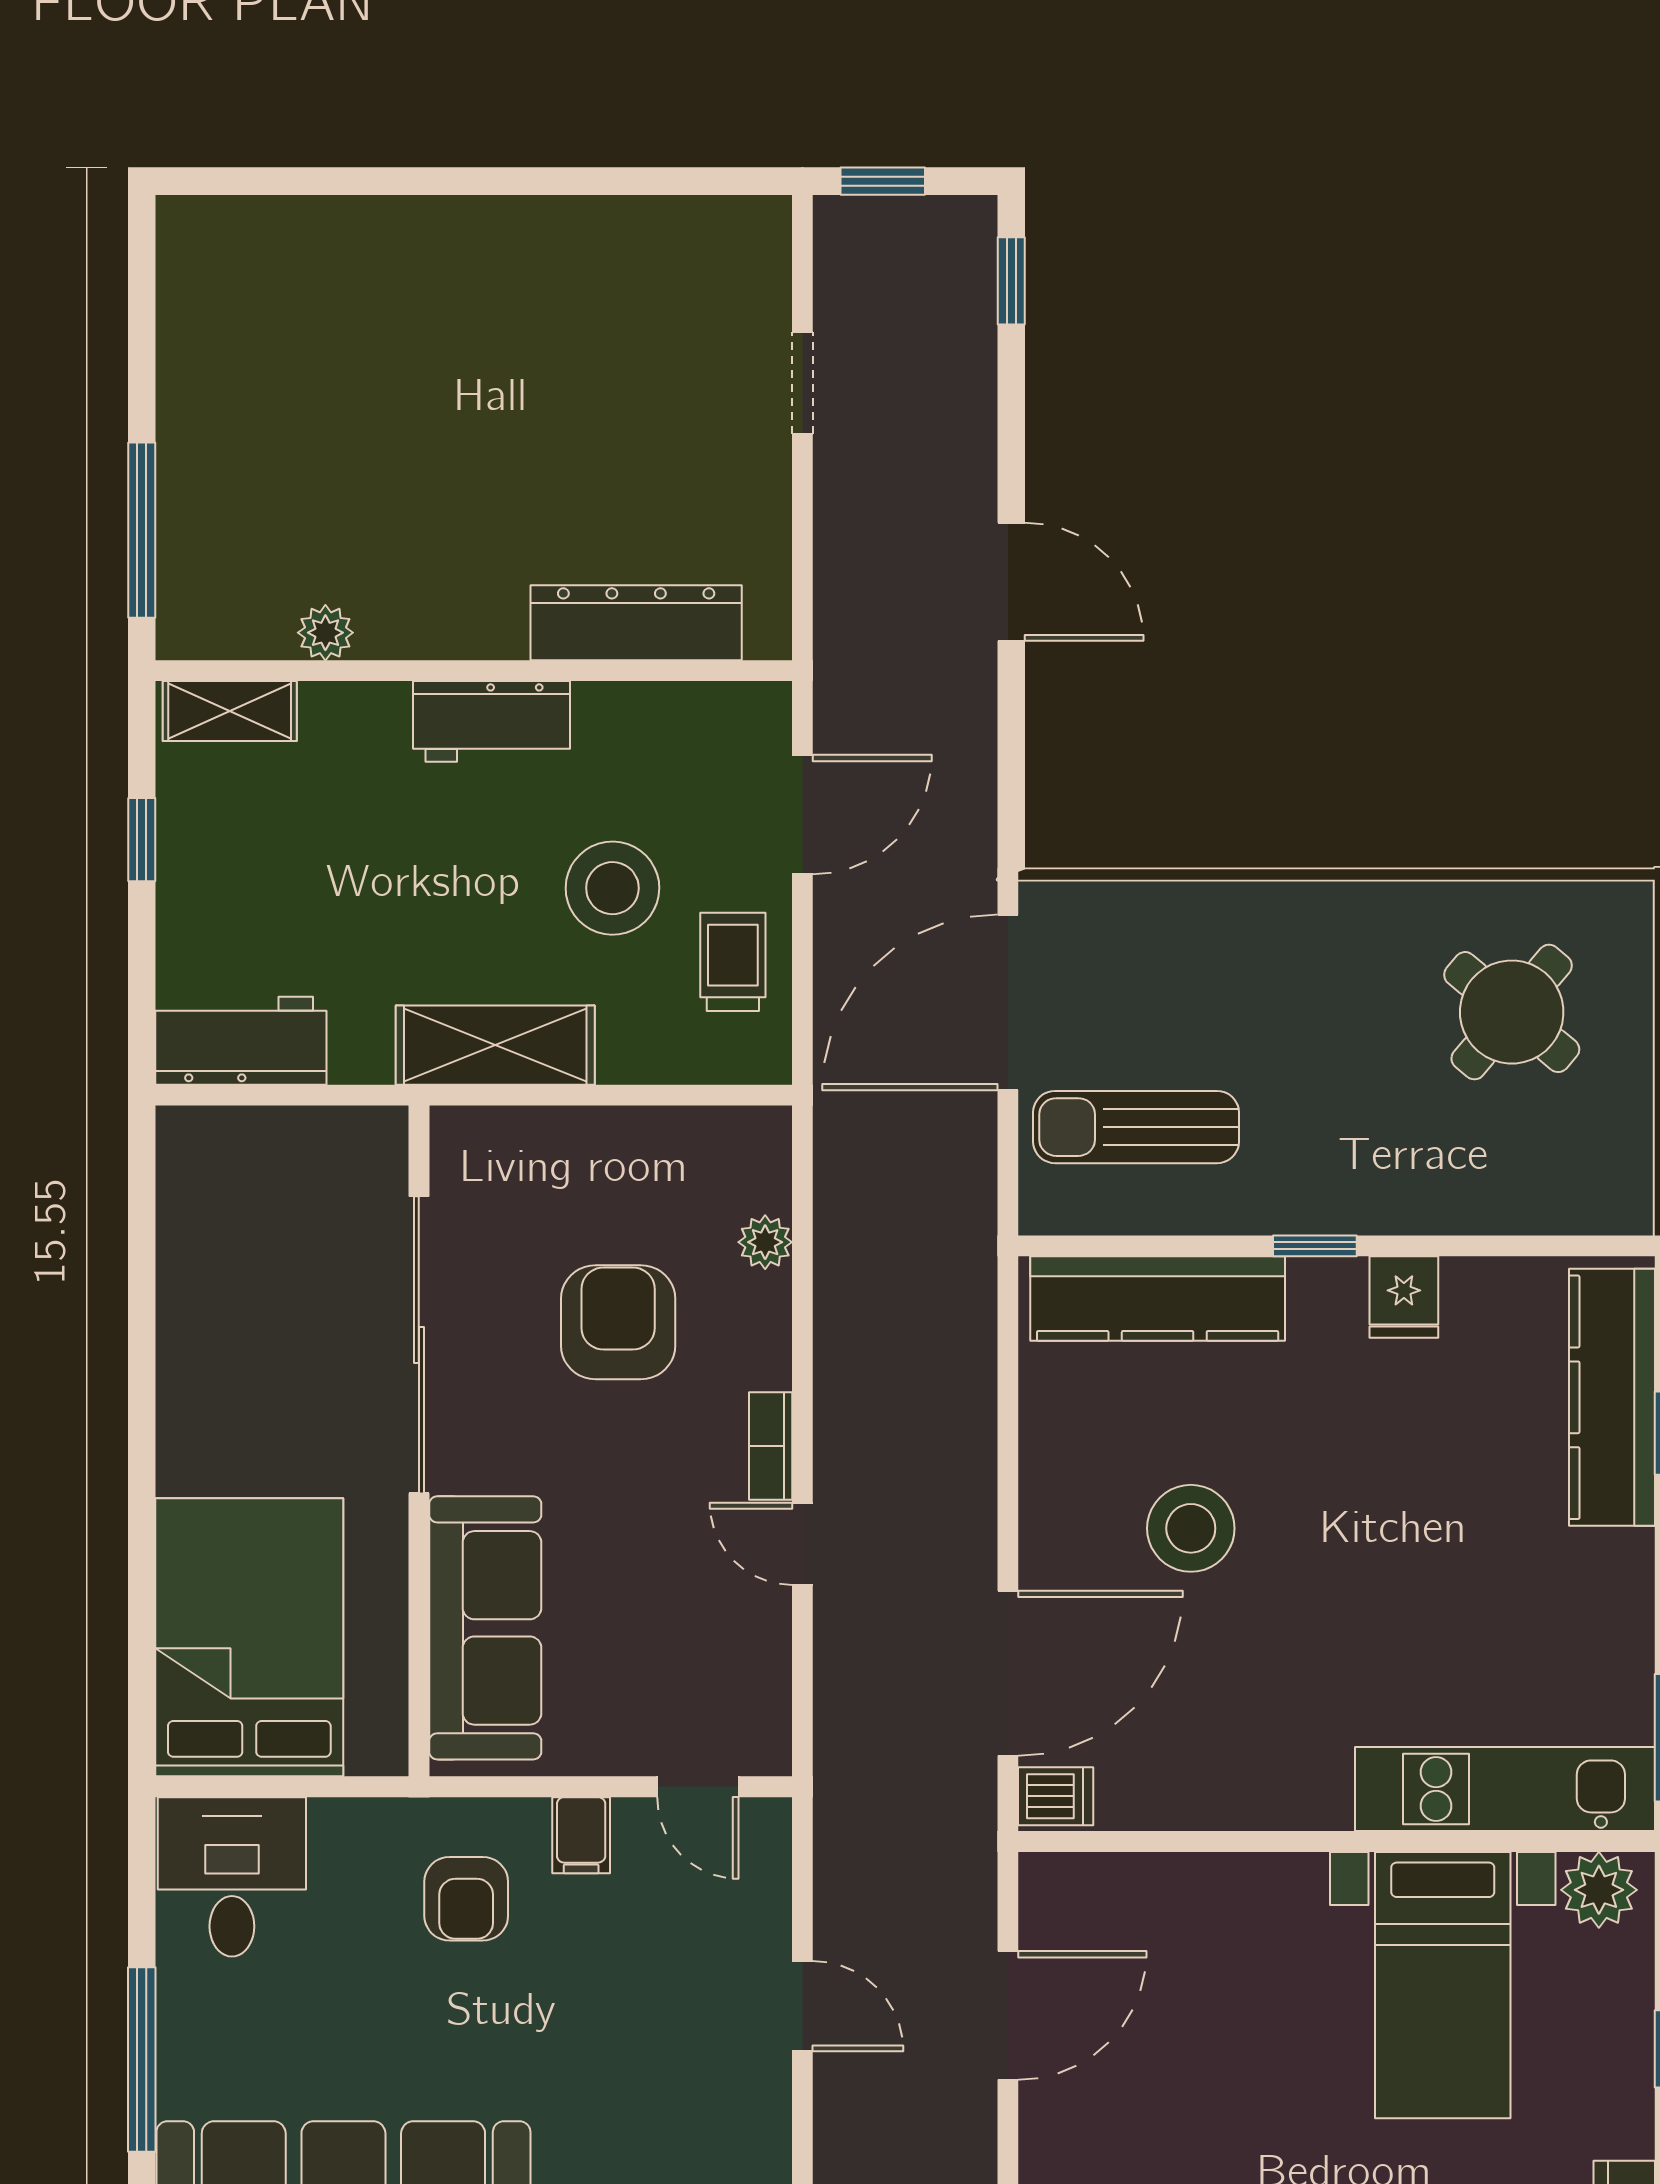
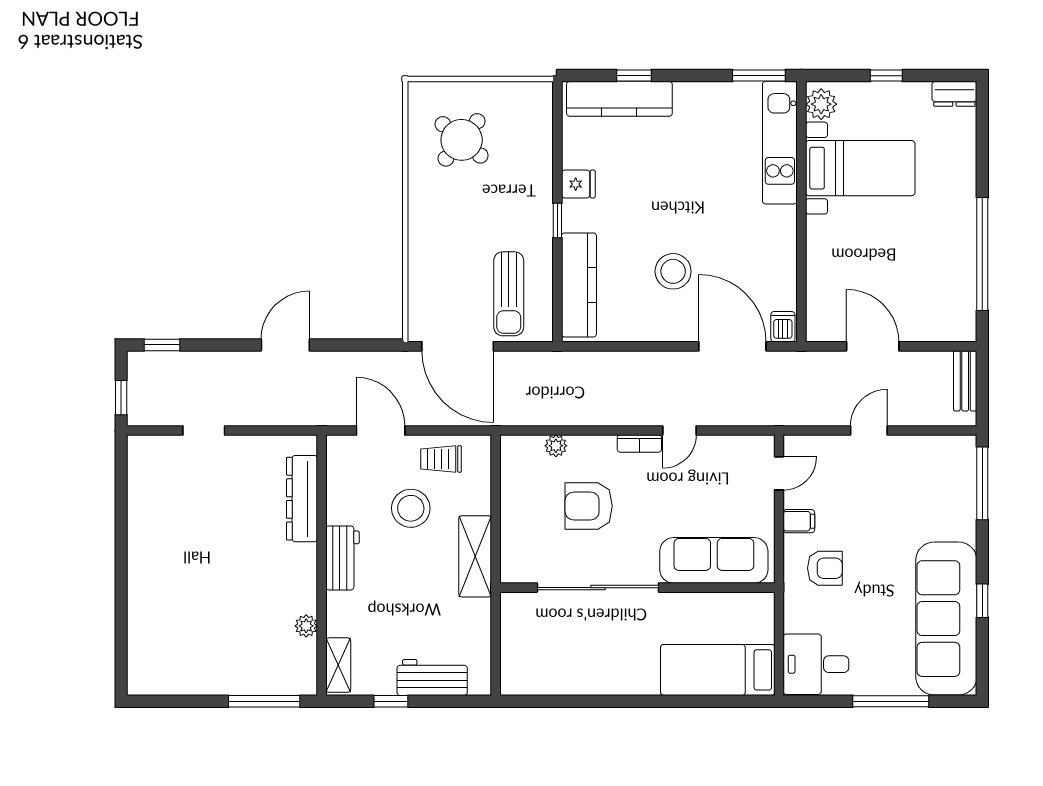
workbench: (241, 1041) -> (432, 677), moved, turned 90
bed: (249, 1637) -> (718, 670), width x0.67

